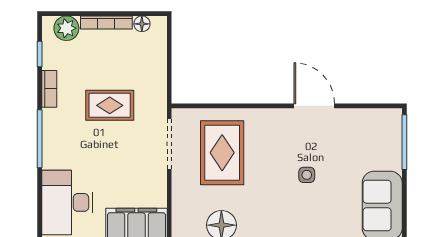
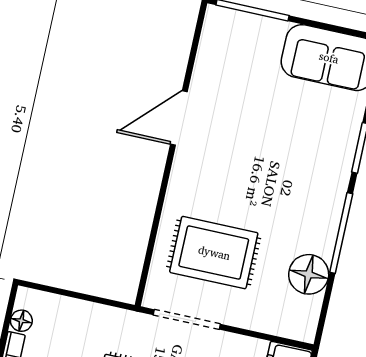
side table: (307, 175) -> (267, 148), removed

